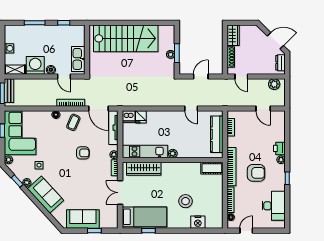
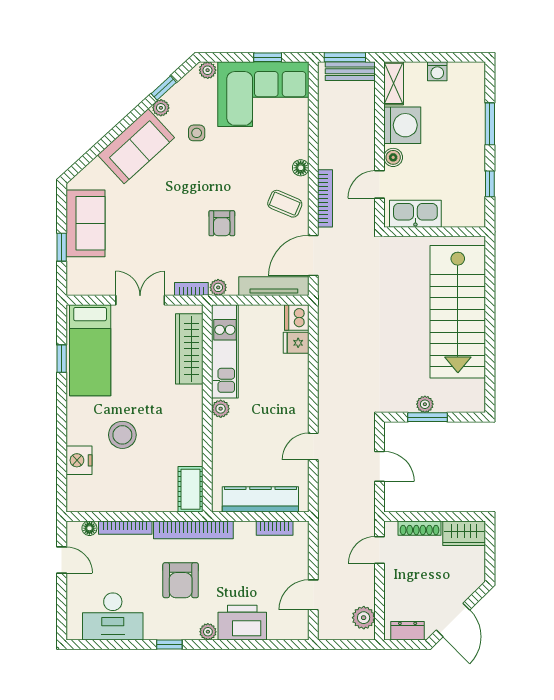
printer: (279, 148) -> (242, 623), width x1.87, depth x1.48

